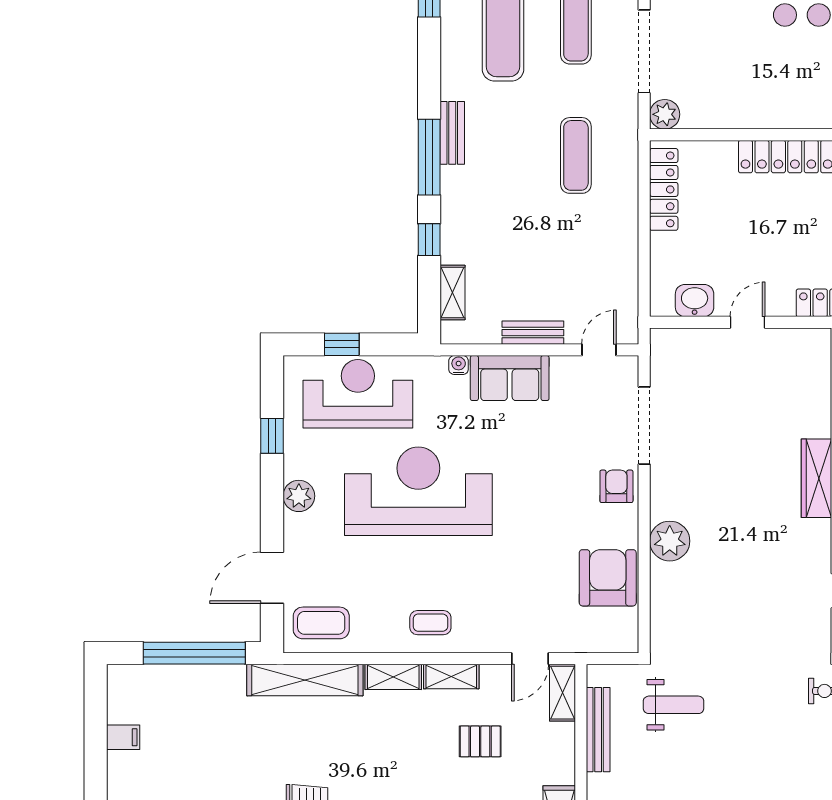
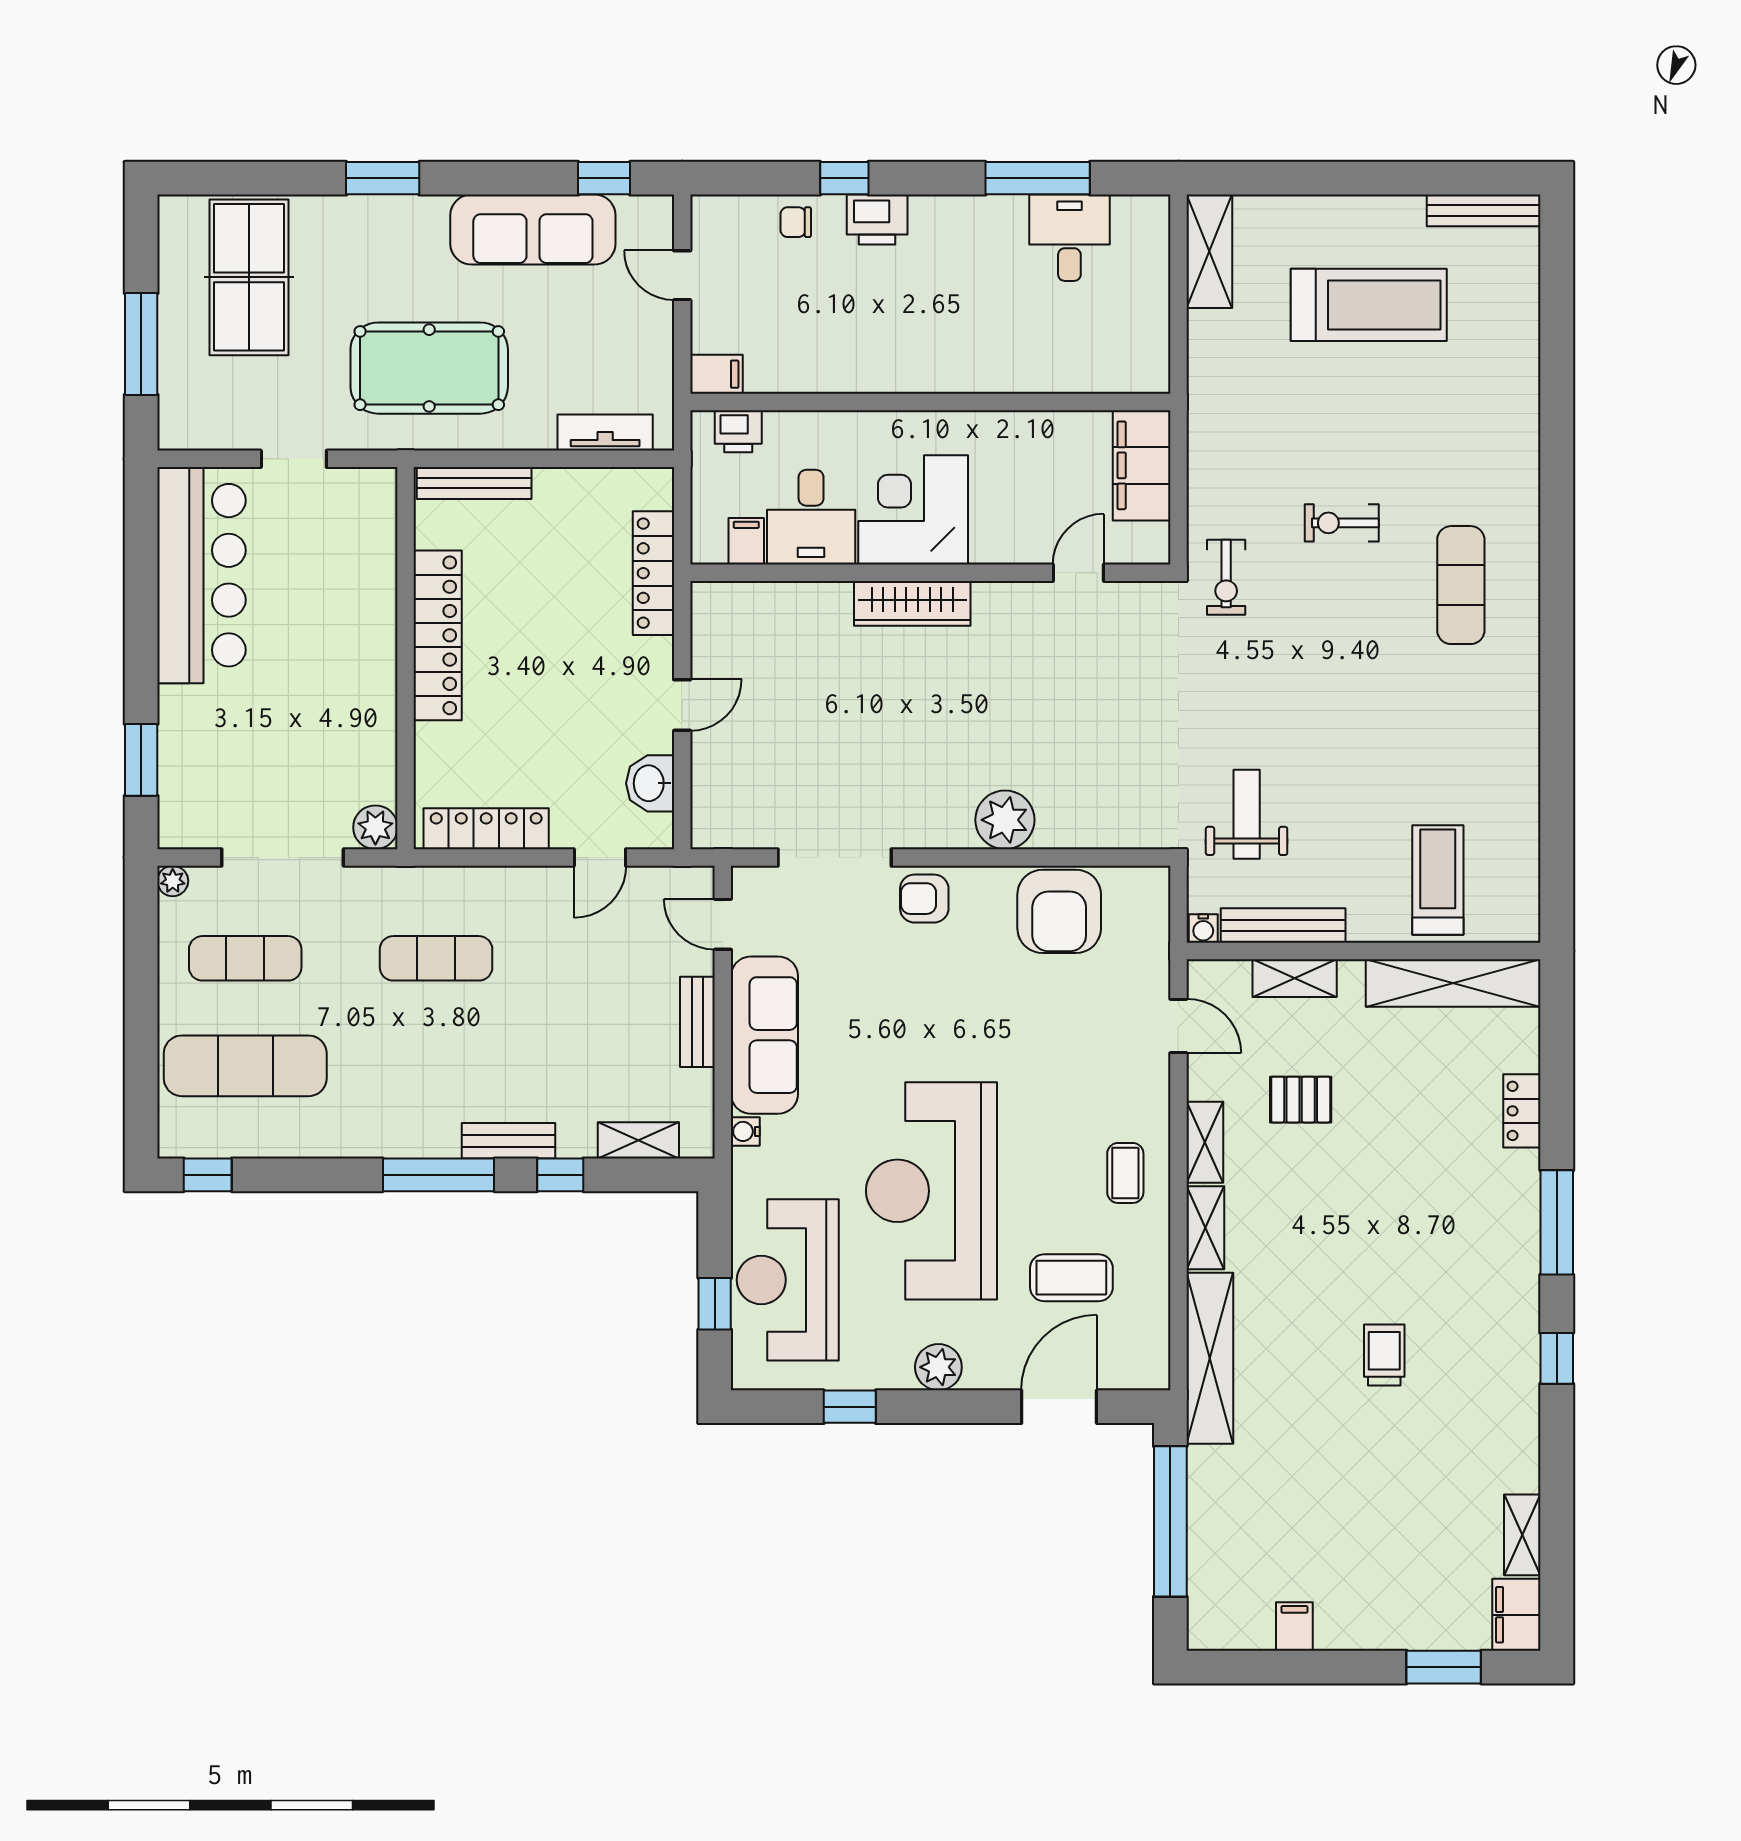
bench: (452, 133) -> (508, 1141), moved
door: (644, 267) -> (600, 858), added
door: (748, 322) -> (682, 705), swing flipped
sofa: (510, 378) -> (764, 1035), width x1.36
door: (272, 578) -> (1059, 1407), swing flipped
armchair: (608, 578) -> (1059, 911), turned -90
coffee table: (321, 623) -> (1071, 1278), moved, turned 90
water cooler: (596, 675) -> (1203, 928), added
shelving: (562, 693) -> (1295, 978), moved
pallet: (480, 741) -> (1301, 1100), turned 90

